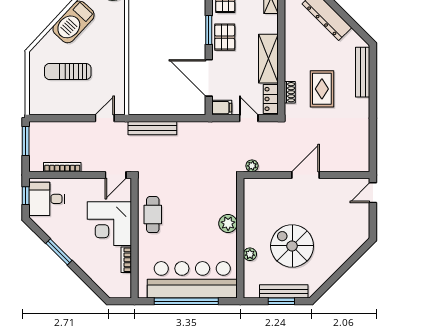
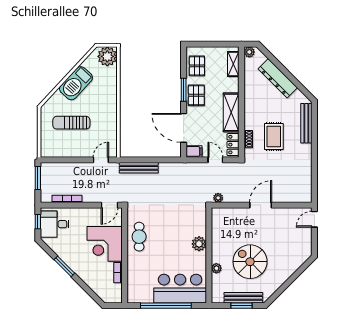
bar counter: (192, 280) -> (180, 289), width x0.73

